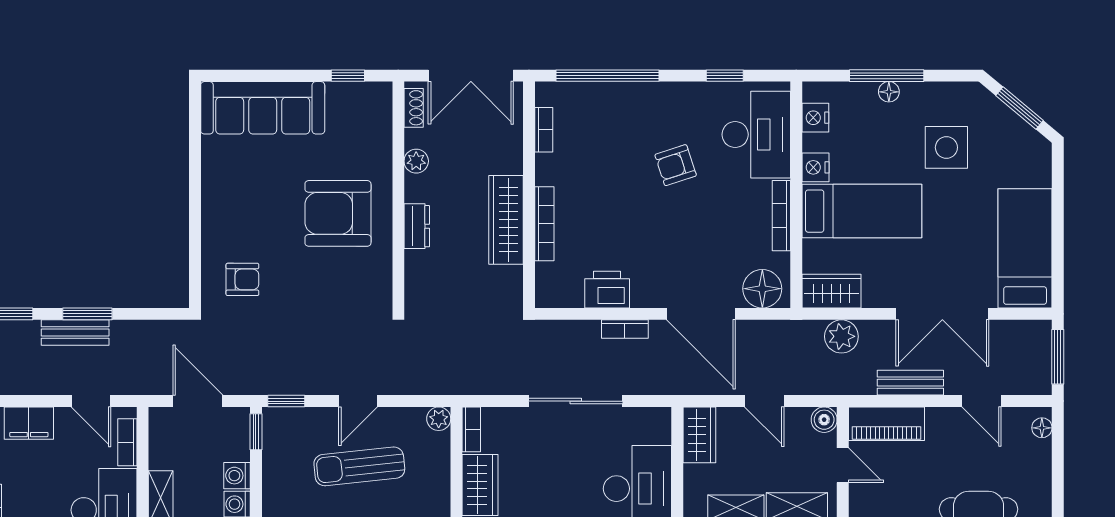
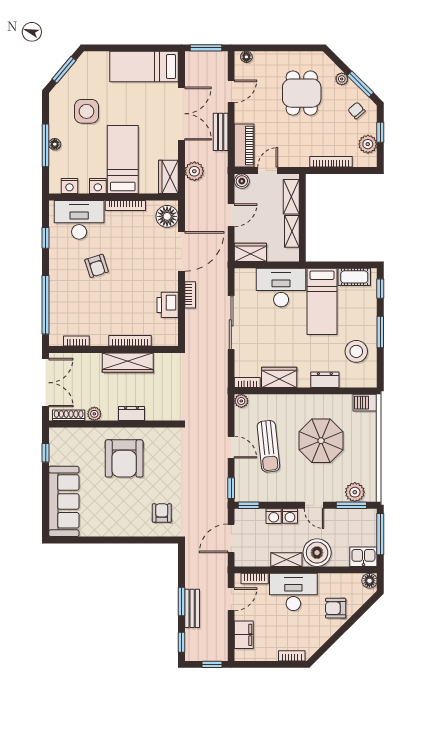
shoe rack: (414, 108) -> (69, 415), width x1.43

